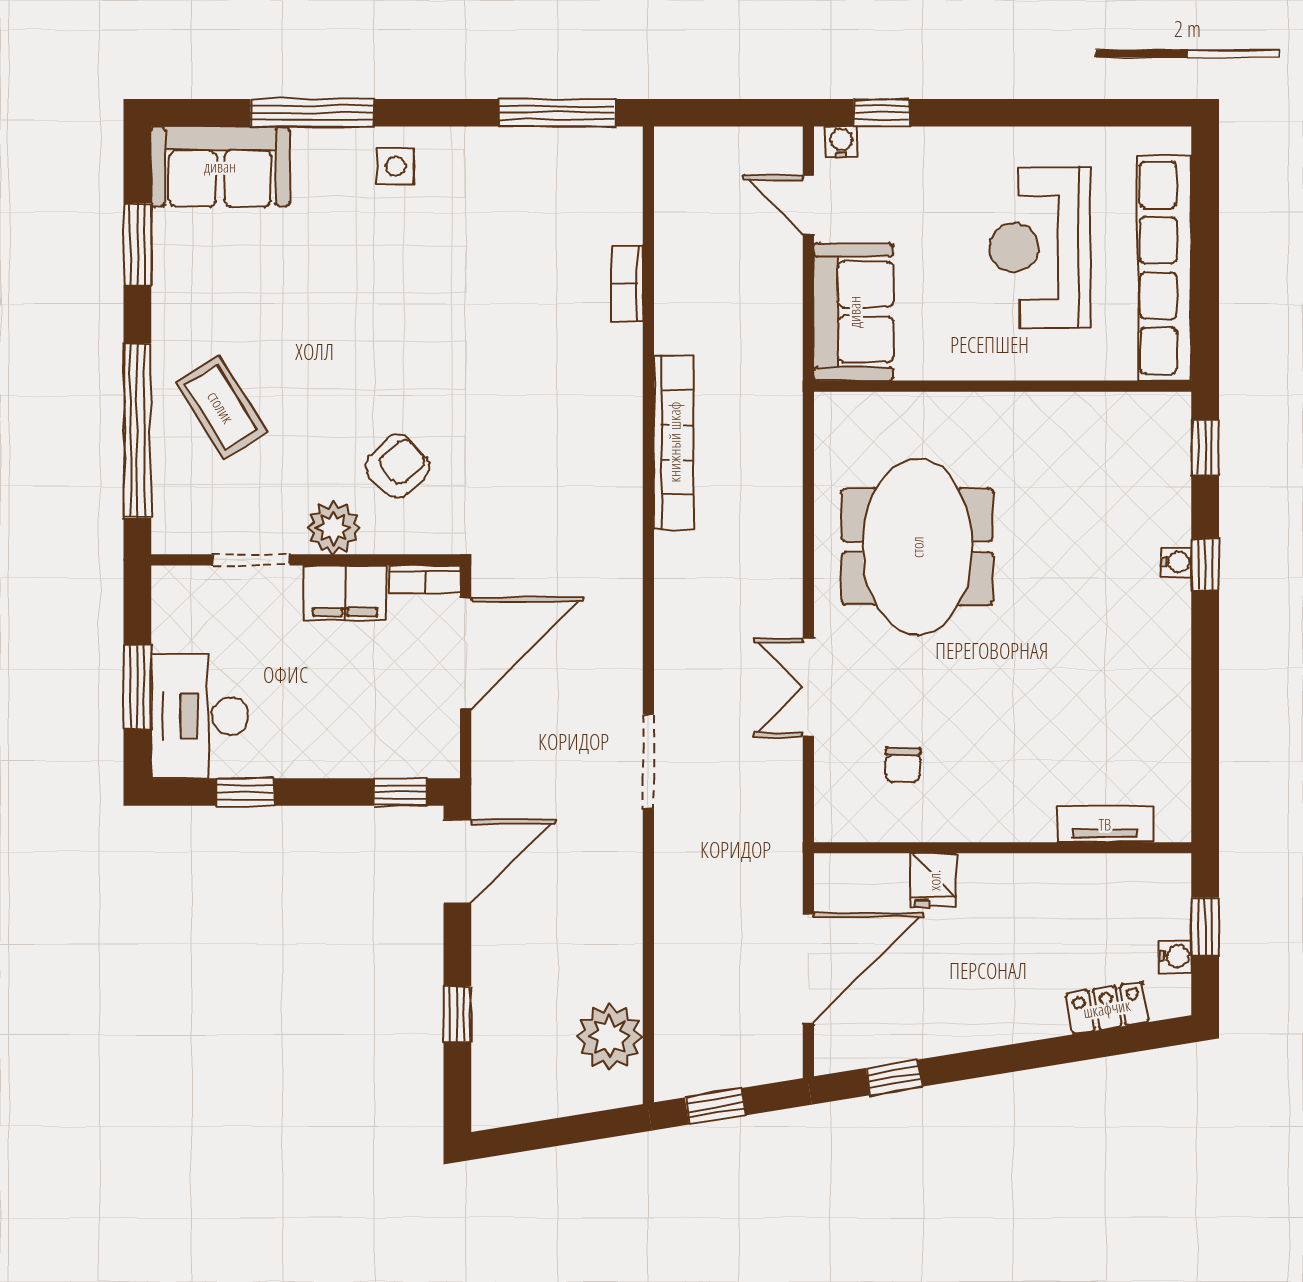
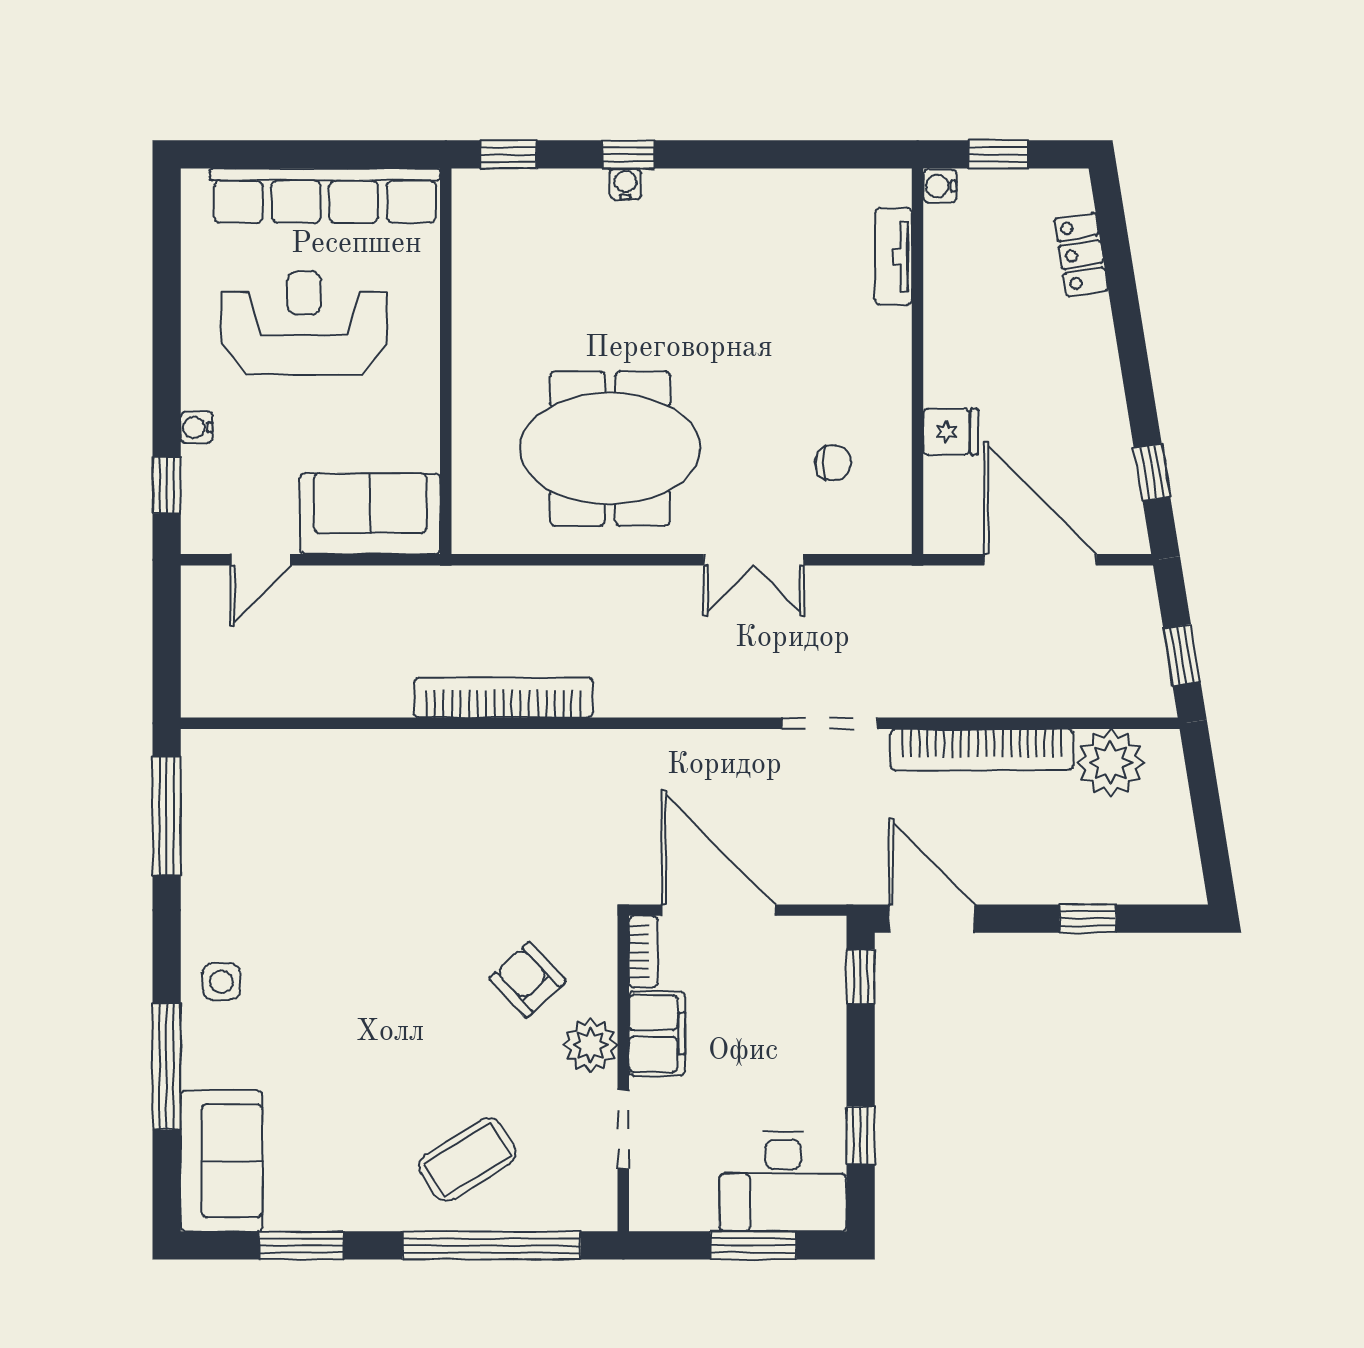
water cooler: (841, 142) -> (196, 427), moved
reception desk: (1040, 247) -> (304, 323), turned 180
bookcase: (627, 283) -> (982, 750), moved, width x2.31, depth x1.31
water cooler: (1175, 956) -> (940, 186), moved, turned -90

